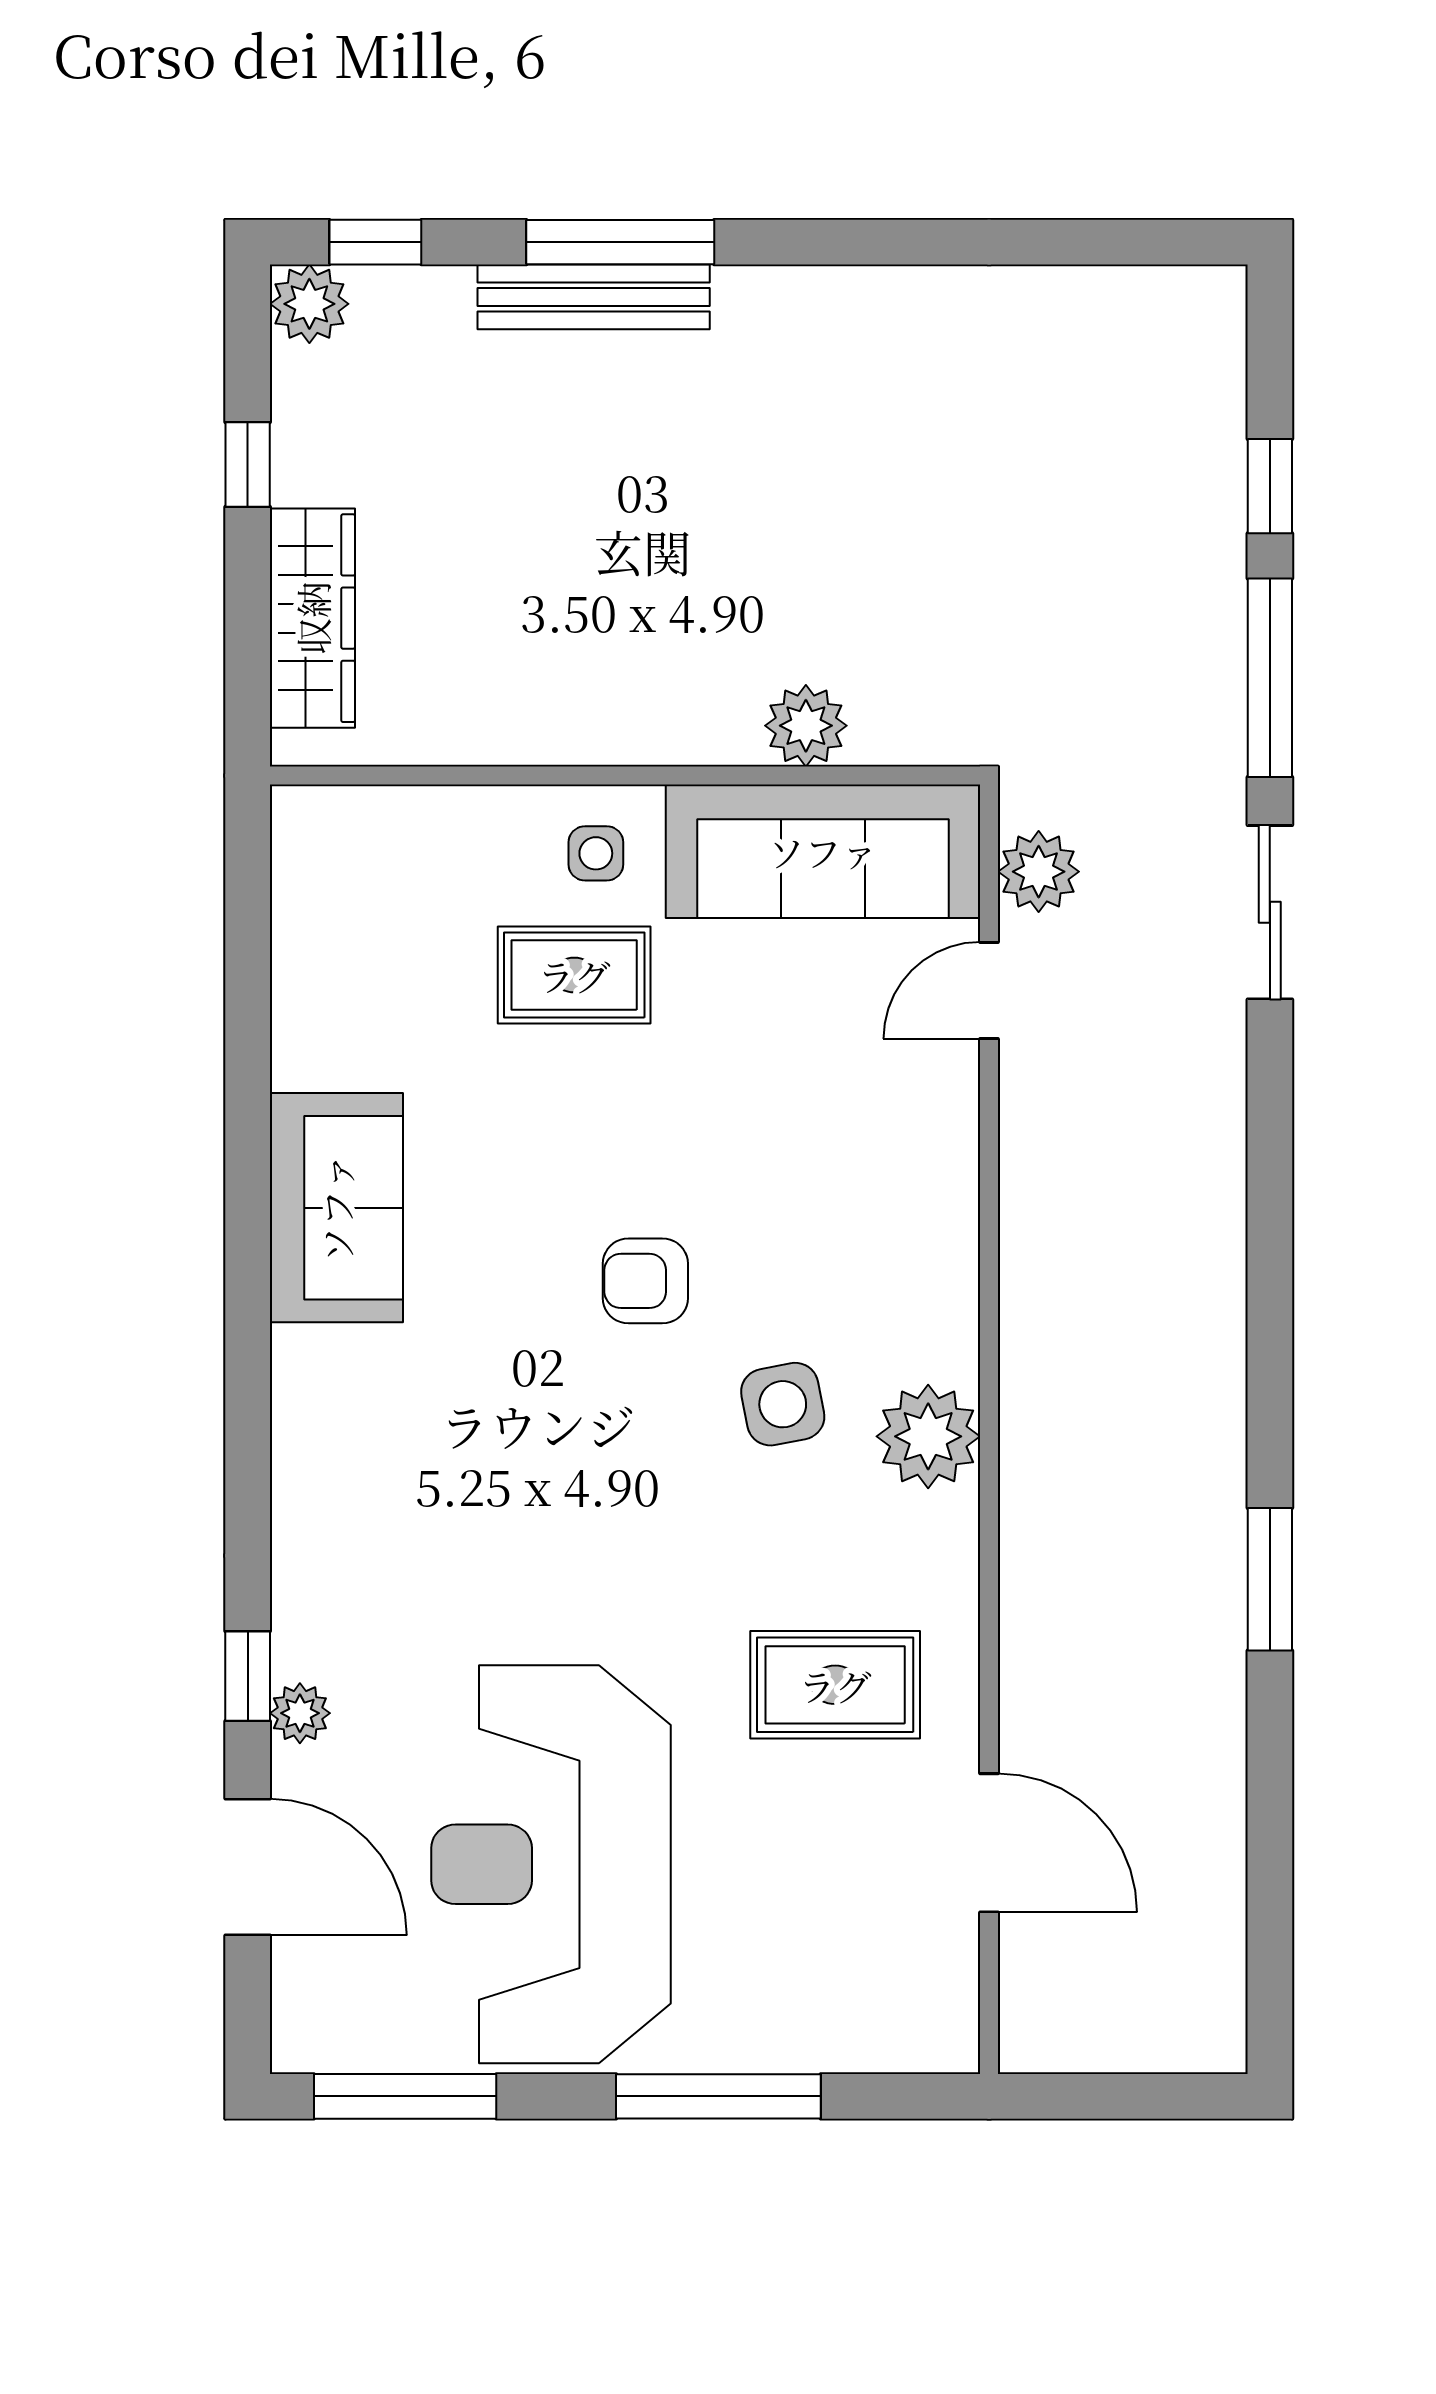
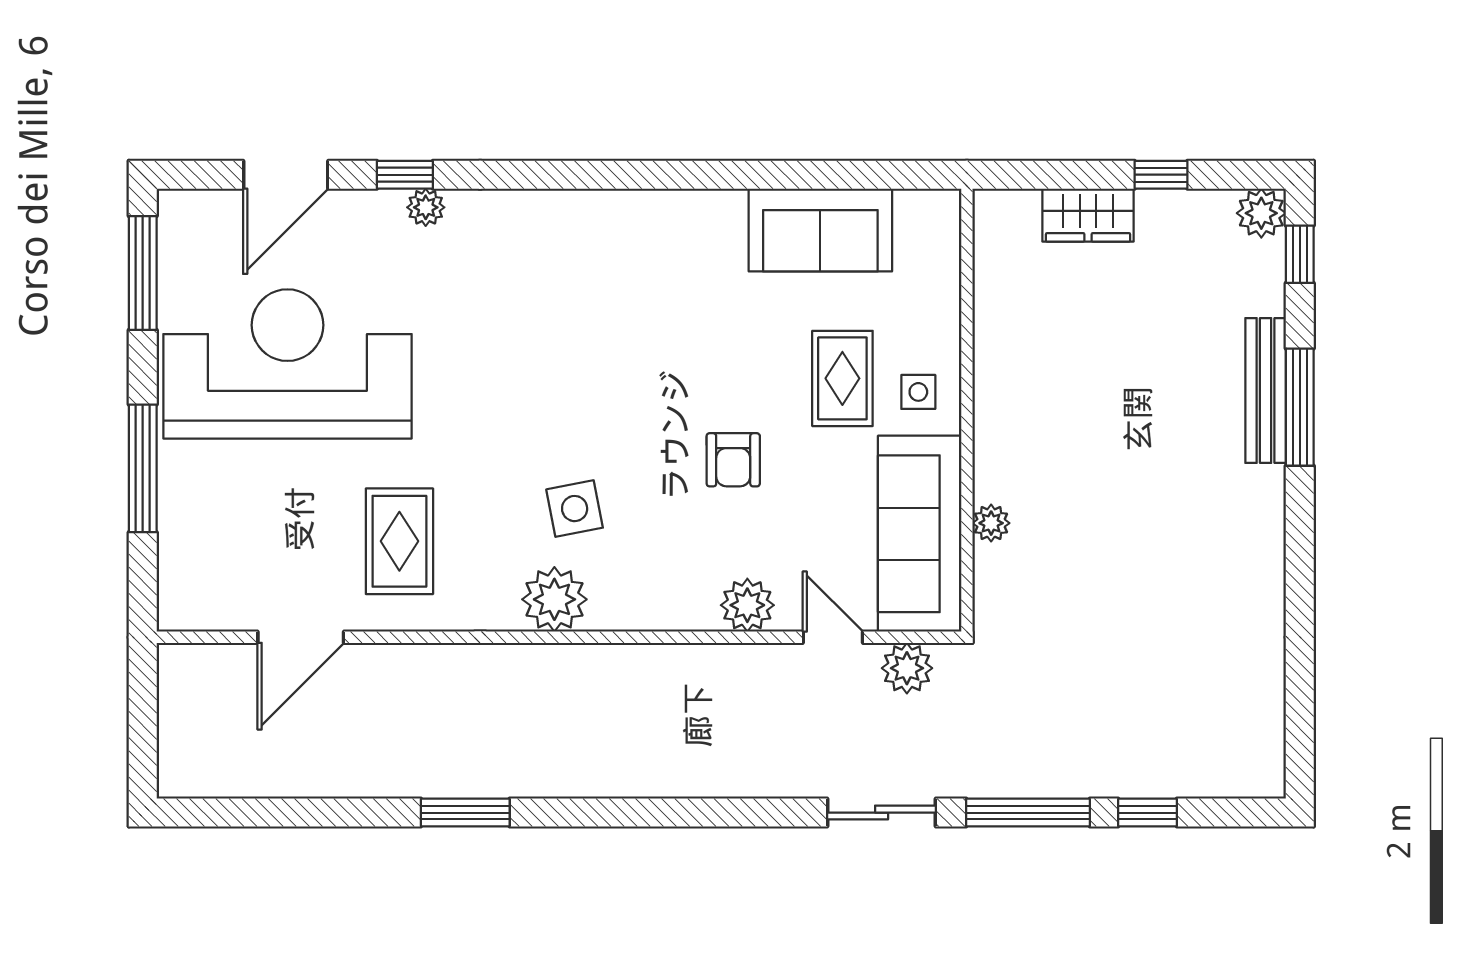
wardrobe: (312, 618) -> (1088, 215), width x0.67
plant: (806, 726) -> (991, 523), width x0.73, depth x0.73
plant: (938, 1127) -> (747, 605), added
sofa: (336, 1208) -> (820, 230), moved
armchair: (645, 1281) -> (733, 460), moved, turned 180
plant: (300, 1713) -> (426, 207), moved

